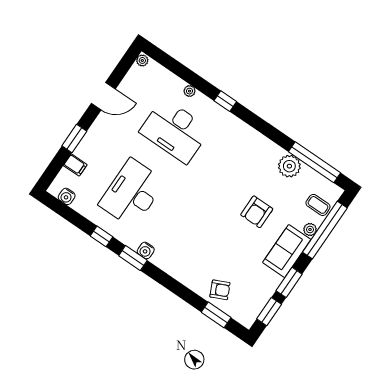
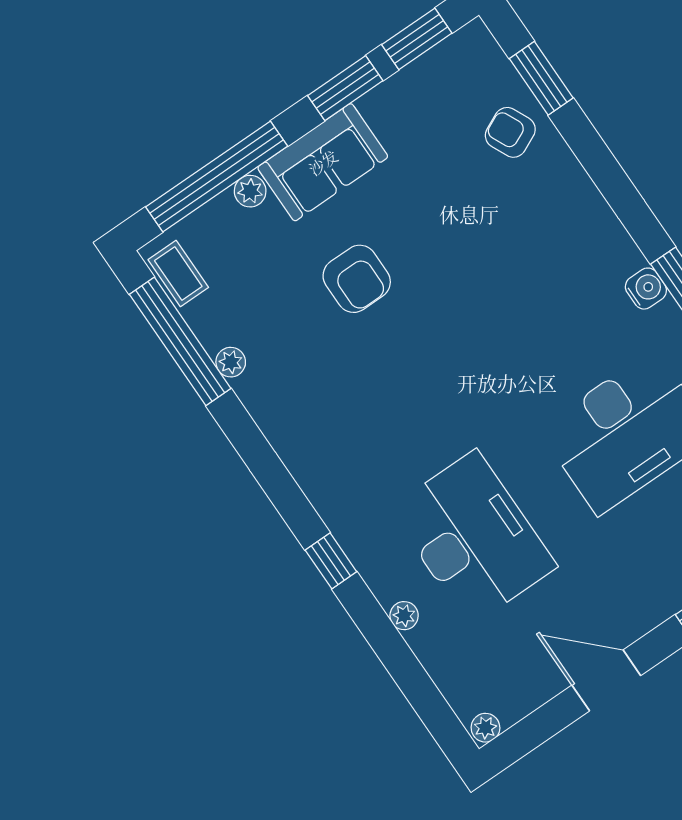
plant: (289, 166) -> (231, 362), width x0.53, depth x0.53
coffee table: (318, 205) -> (178, 274), moved
armchair: (257, 212) -> (357, 279), turned 90

